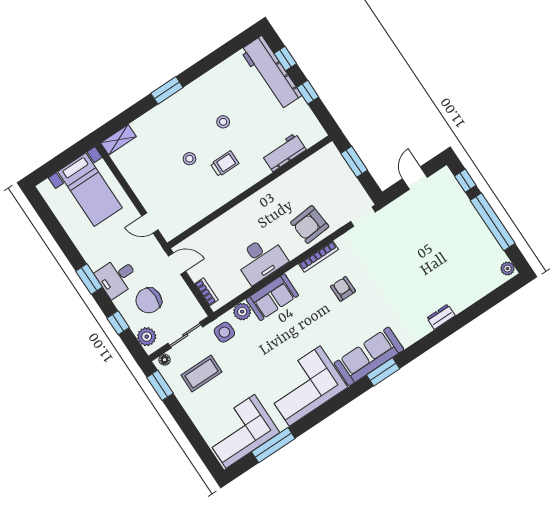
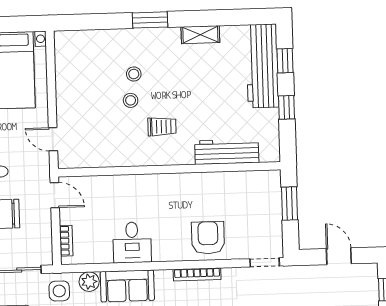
stool: (223, 122) -> (134, 74), moved
shelving: (118, 140) -> (200, 35), moved
workbench: (284, 152) -> (227, 152), width x1.38
door: (415, 178) -> (339, 256), hinge flipped
armchair: (310, 225) -> (208, 238), turned 95
desk: (261, 259) -> (132, 242), width x0.73

